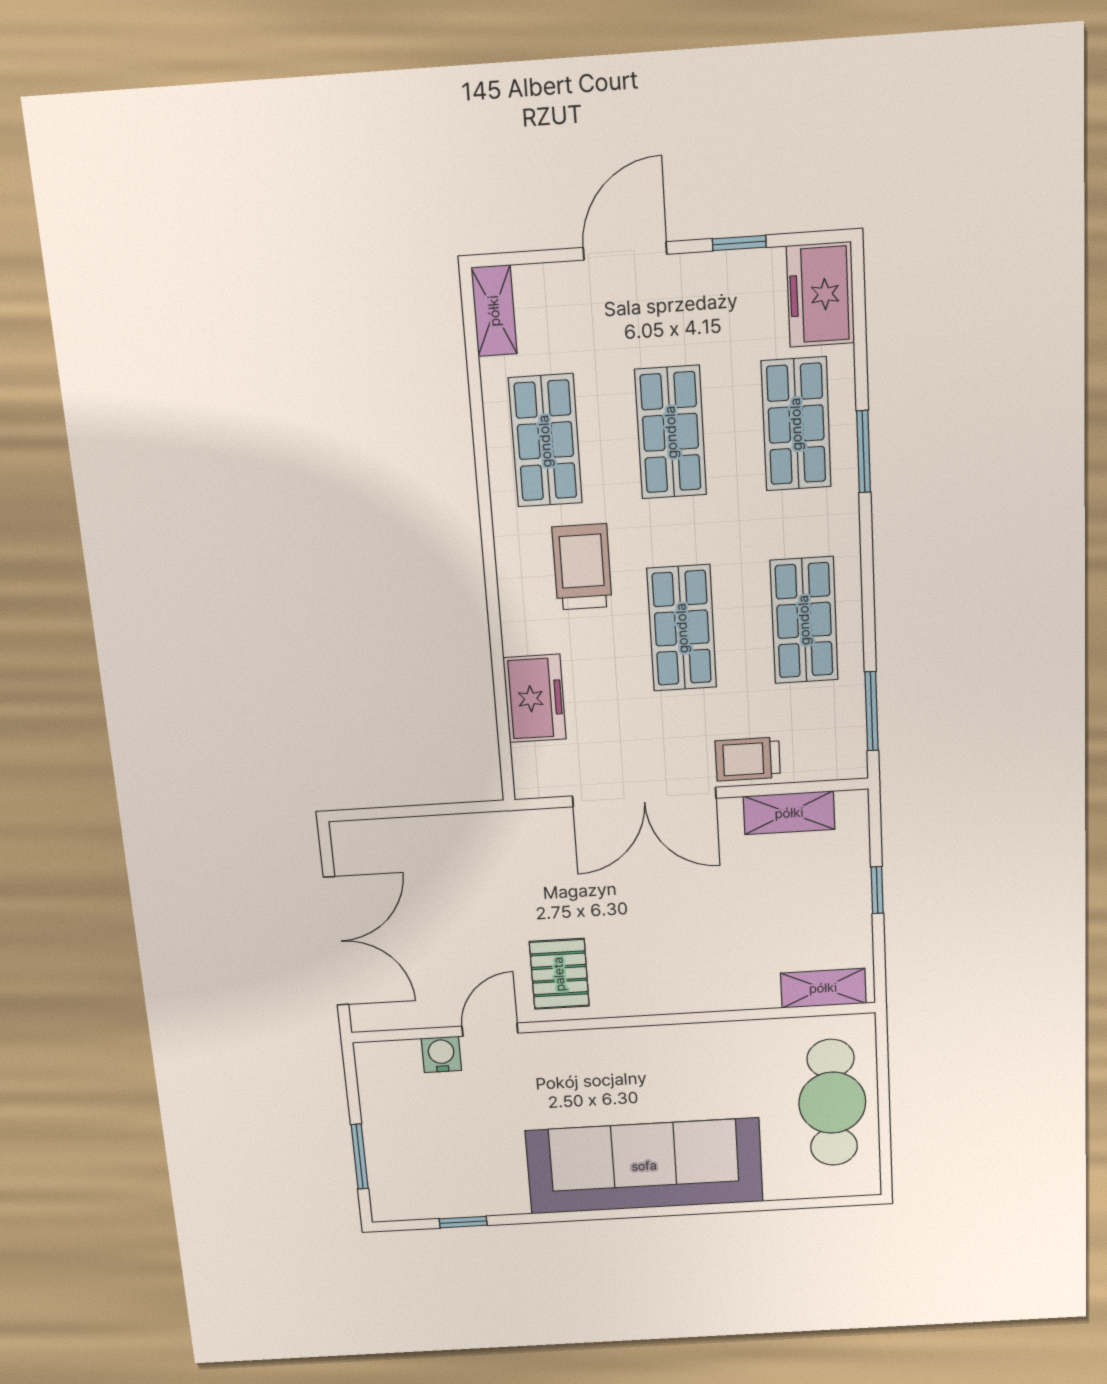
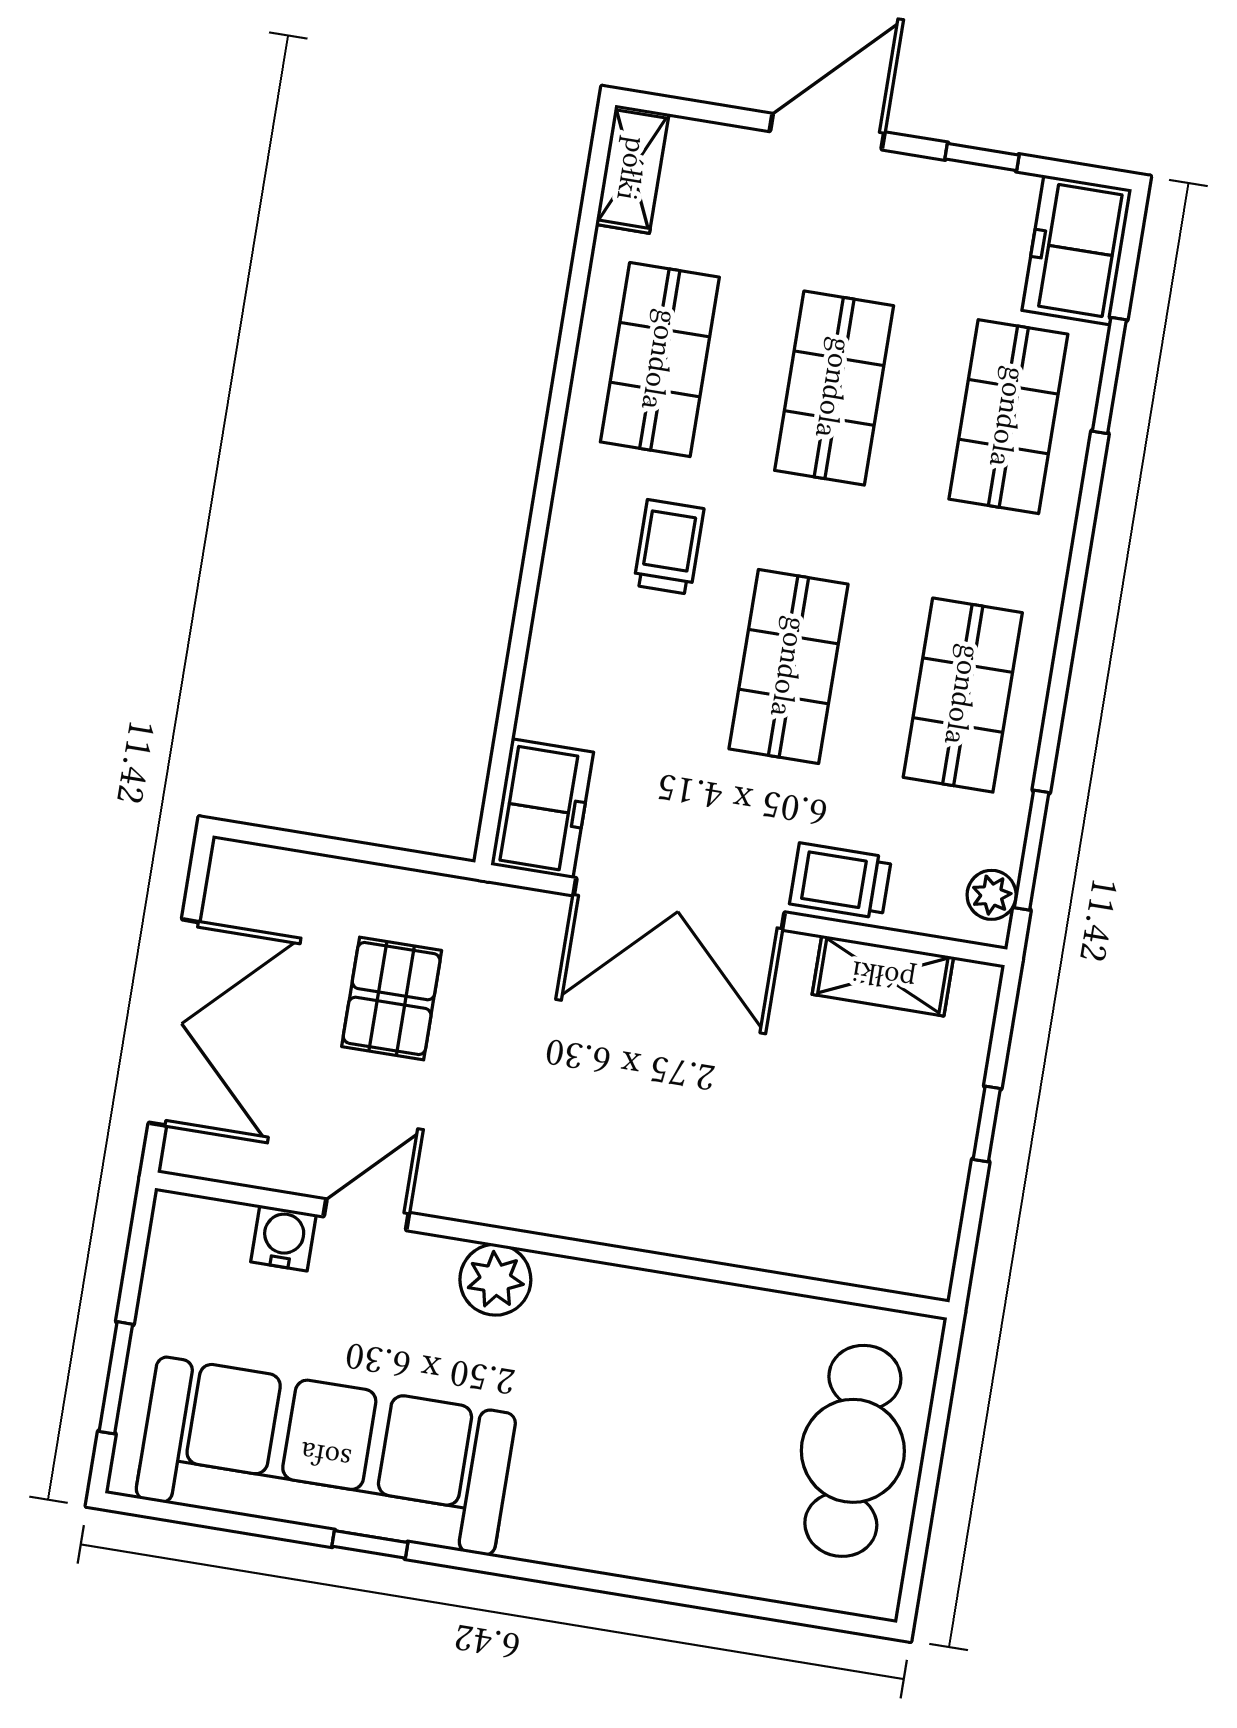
window: (863, 452) -> (1109, 375), moved
trolley: (582, 567) -> (669, 547), width x0.73, depth x0.72
freezer: (535, 698) -> (542, 809), moved
plant: (851, 746) -> (992, 895), added
pallet: (559, 974) -> (392, 998), moved
shelving: (823, 988) -> (877, 1261), removed
plant: (582, 1050) -> (495, 1280), added
sofa: (644, 1166) -> (326, 1456), moved
window: (463, 1222) -> (370, 1544), moved

